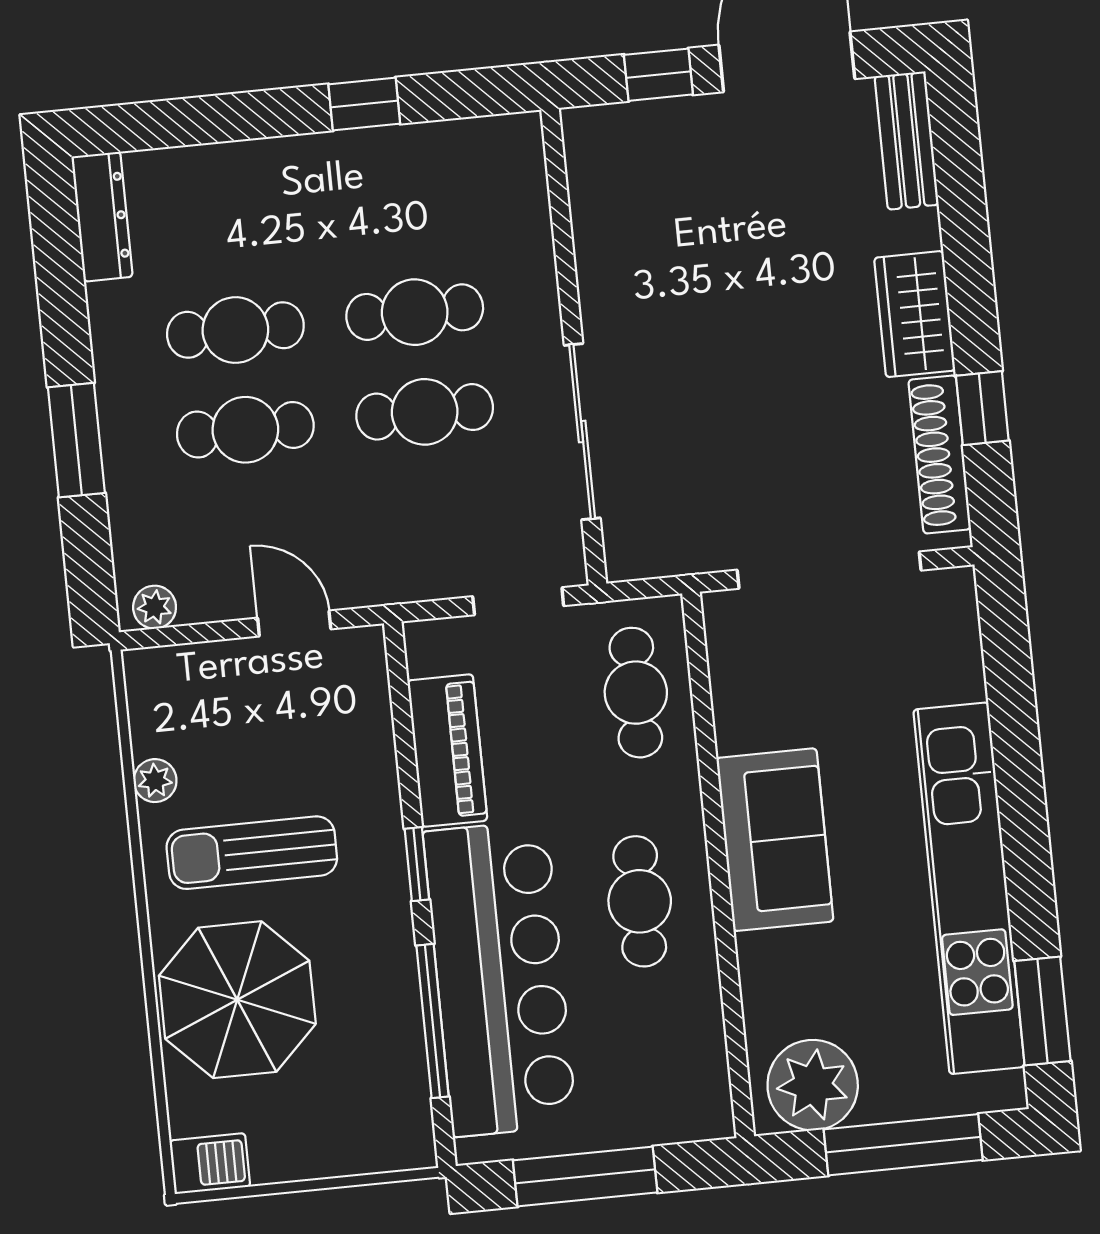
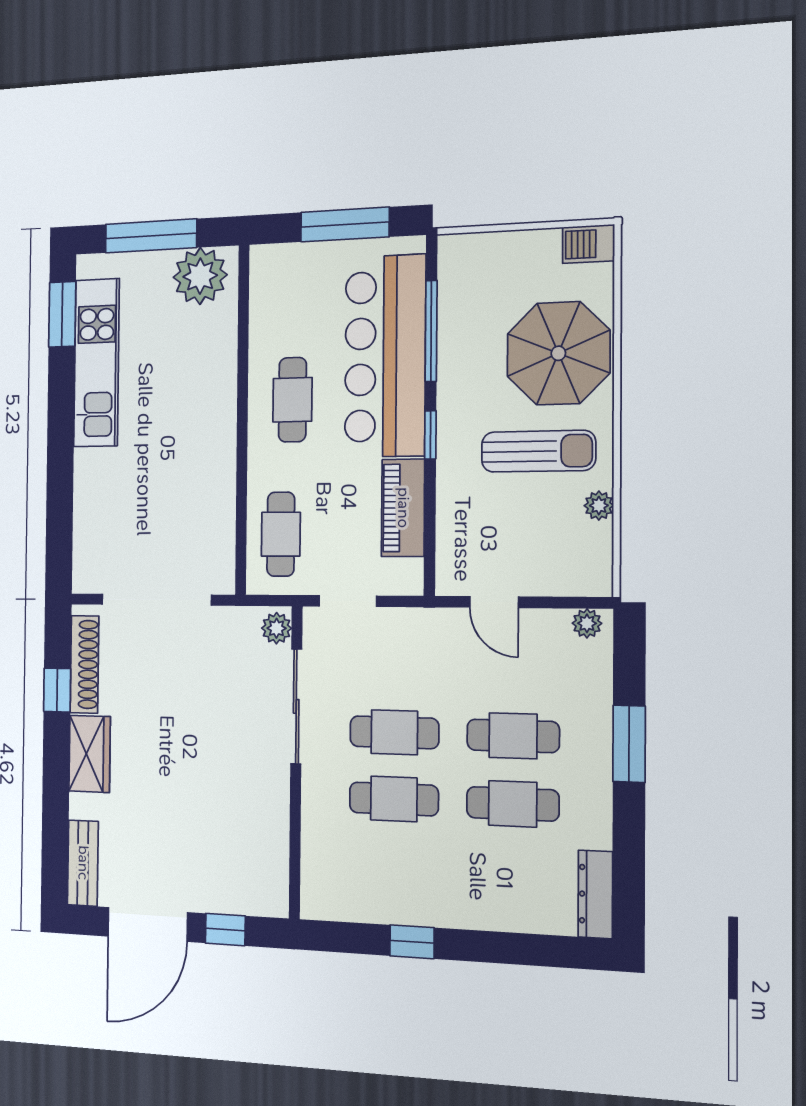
plant: (627, 547) -> (276, 628), added
sofa: (775, 840) -> (206, 433), removed
kitchen unit: (969, 888) -> (96, 363), width x0.73

